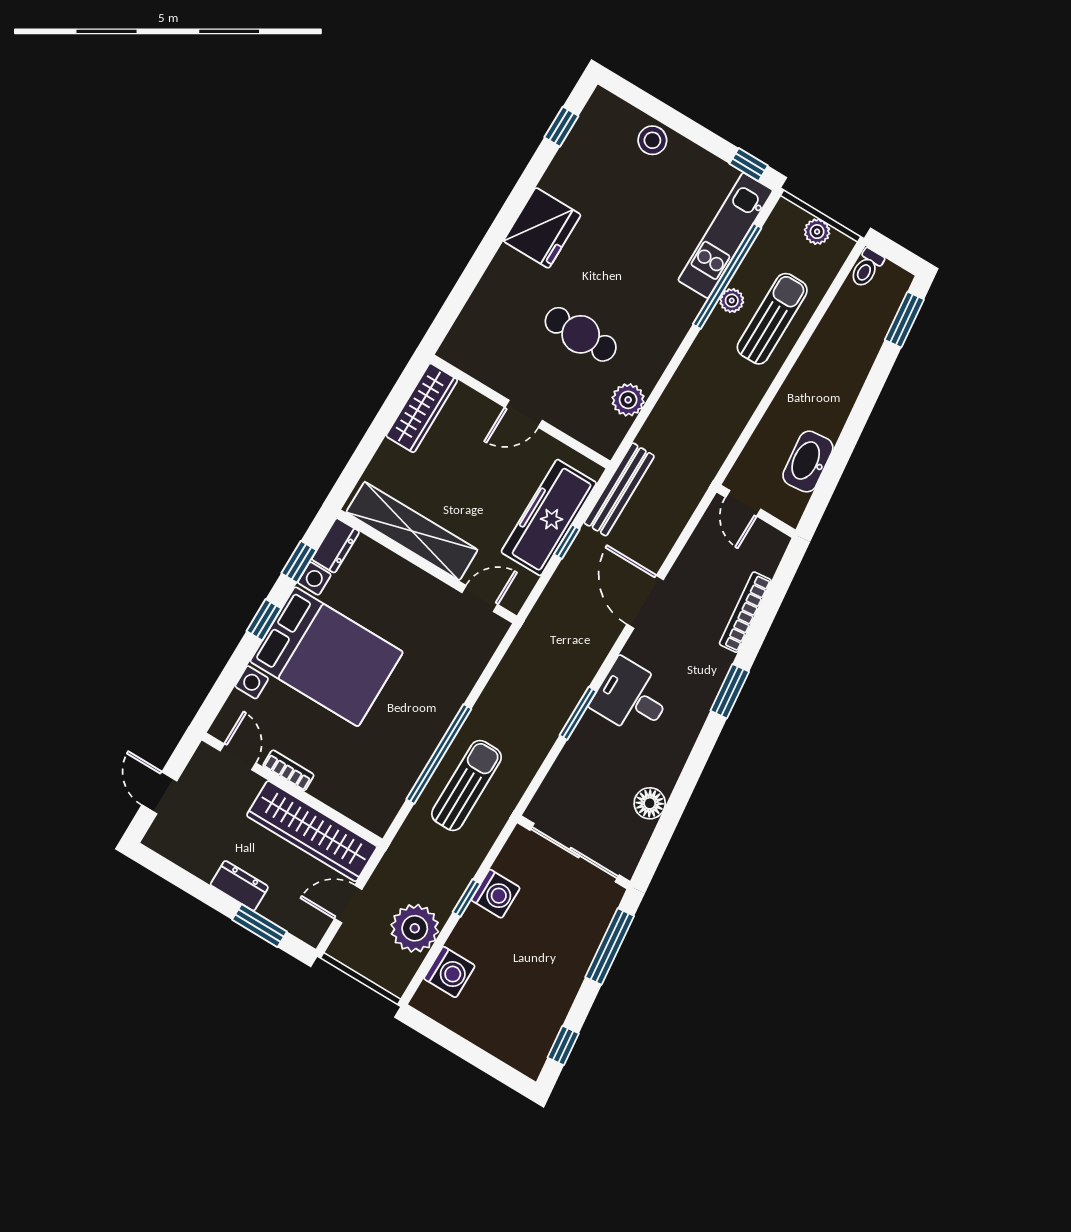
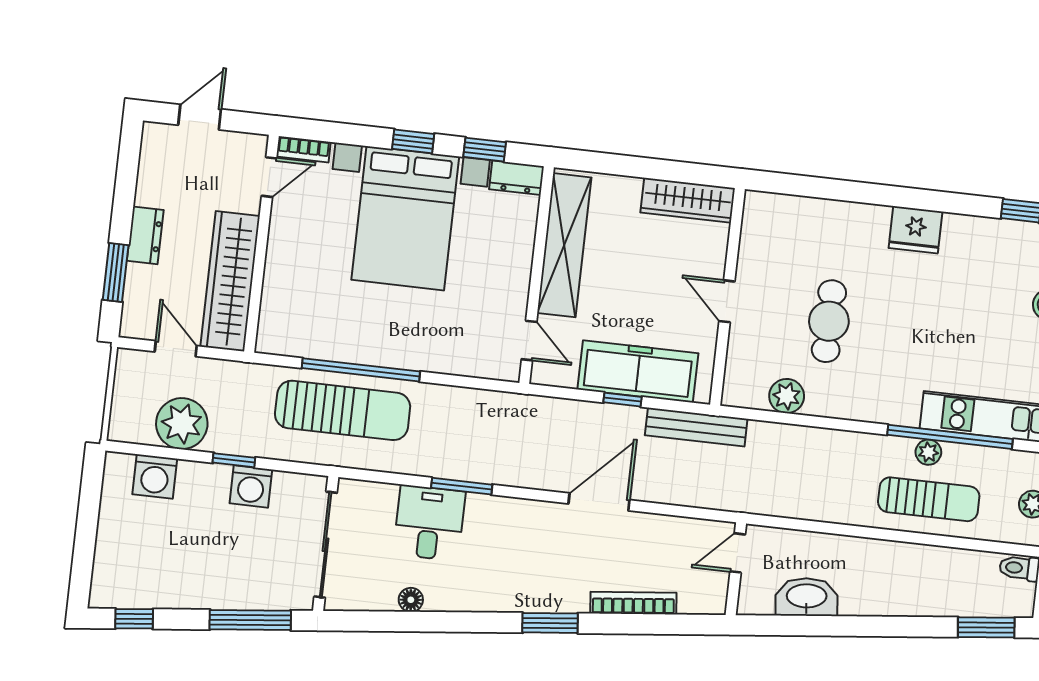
fridge: (542, 228) -> (916, 230), width x0.73, depth x0.75
desk: (632, 697) -> (429, 523), moved
bookcase: (288, 770) -> (304, 149), moved, turned 90
sun lounger: (466, 786) -> (343, 410), width x1.36, depth x1.34
floor lamp: (650, 803) -> (411, 600), width x0.73, depth x0.73

